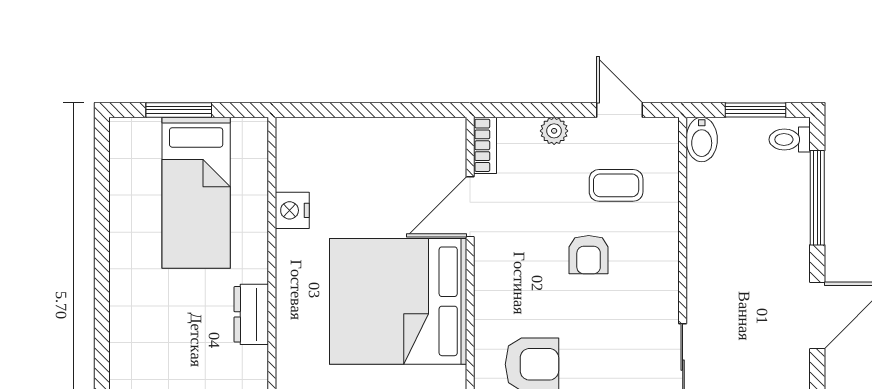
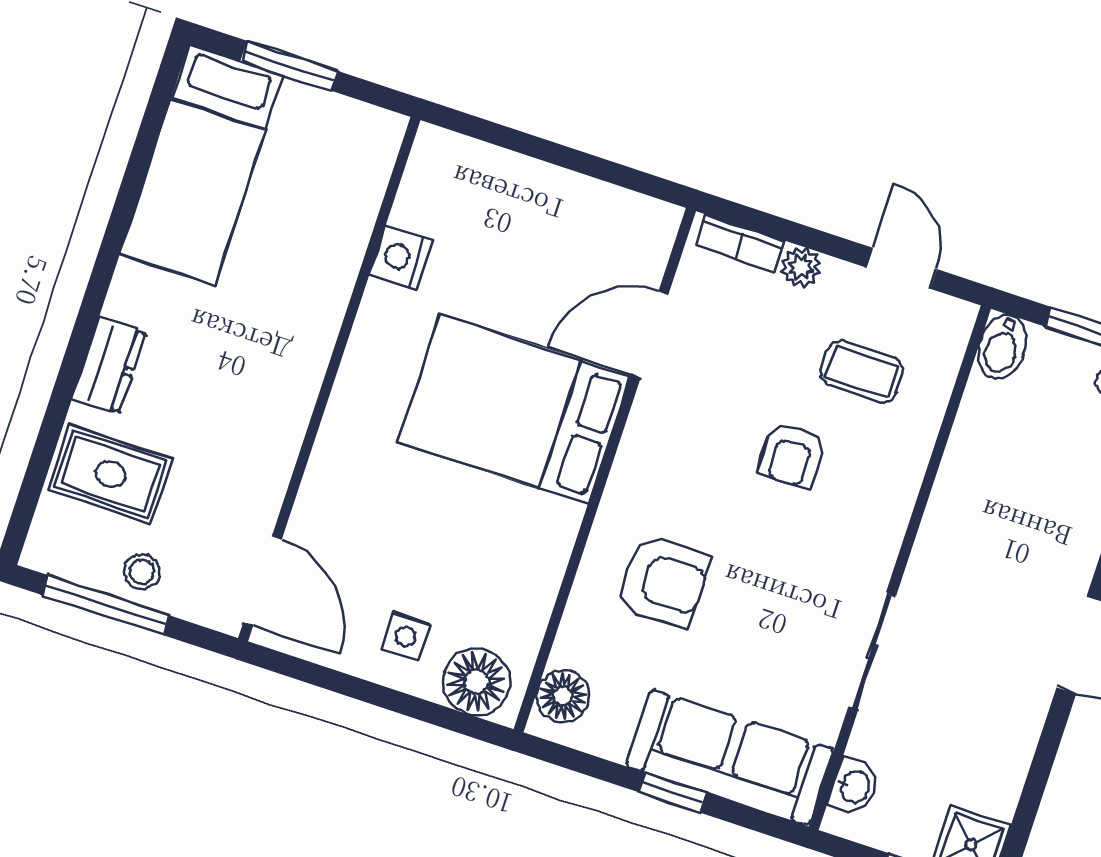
bookcase: (485, 145) -> (740, 243), moved, turned 90
bed: (196, 193) -> (202, 164), moved
bed: (398, 301) -> (514, 409), width x0.73
dresser: (251, 314) -> (109, 365), moved, turned 180

